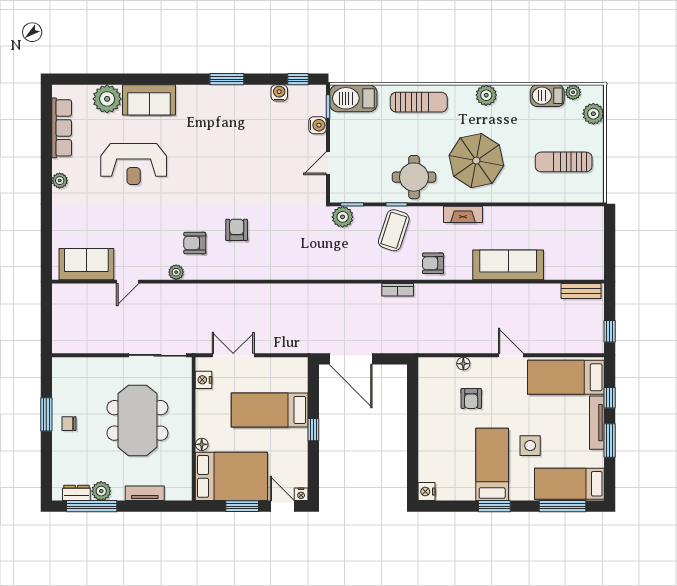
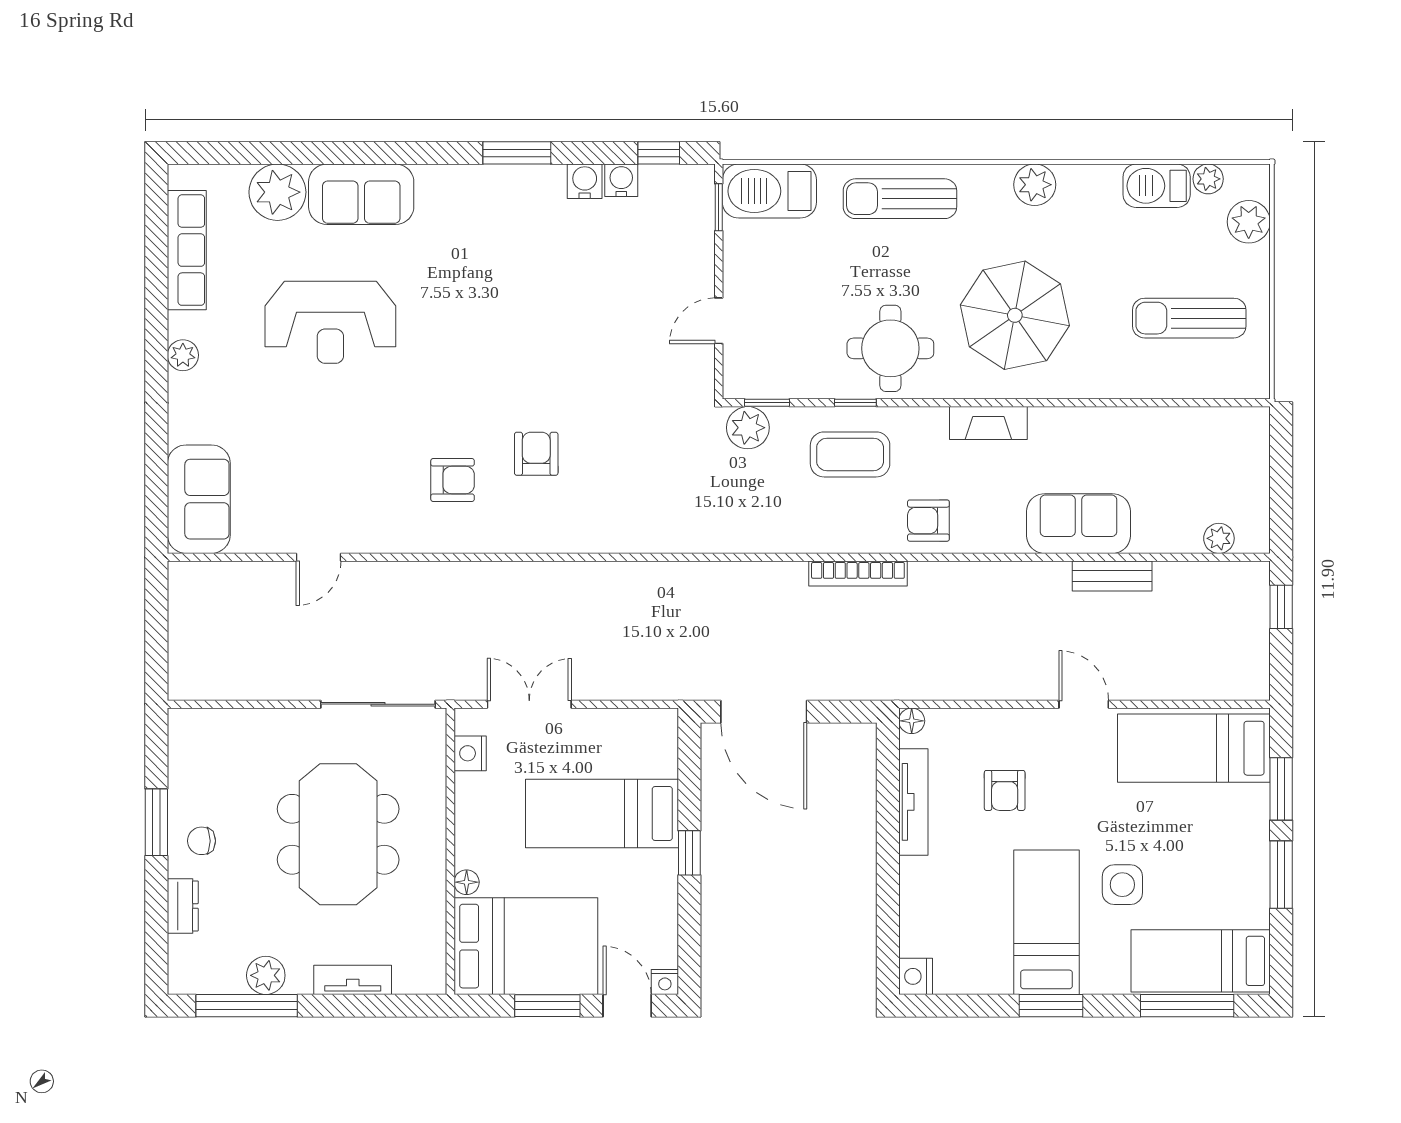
sun lounger: (419, 102) -> (900, 199), turned 180
water cooler: (317, 125) -> (585, 181), moved, turned -90
coffee table: (394, 230) -> (850, 454), turned 72
armchair: (195, 243) -> (453, 480), turned 180
sofa: (86, 264) -> (199, 499), moved, turned 90
sofa: (508, 265) -> (1078, 524), width x0.73
plant: (176, 272) -> (1219, 538), moved
bookcase: (398, 290) -> (858, 573), width x1.56
bench: (581, 291) -> (1112, 576), moved
window: (610, 331) -> (1281, 607), moved
floor lamp: (463, 364) -> (912, 721), moved
window: (610, 398) -> (1281, 789), width x1.50
tv unit: (597, 423) -> (913, 802), moved, turned 180
dresser: (76, 493) -> (183, 906), moved, turned 90

